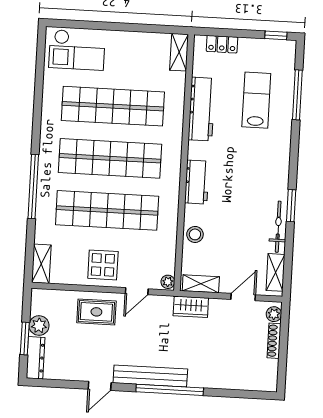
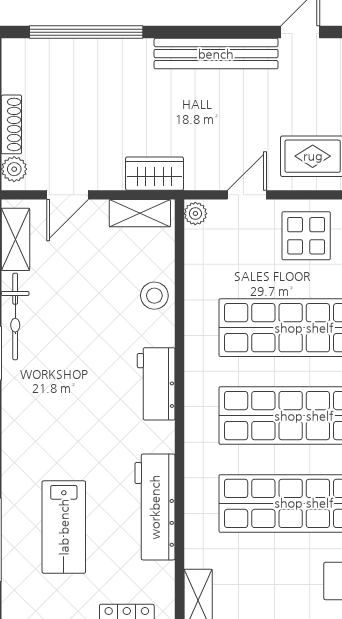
window: (170, 390) -> (86, 32), moved

